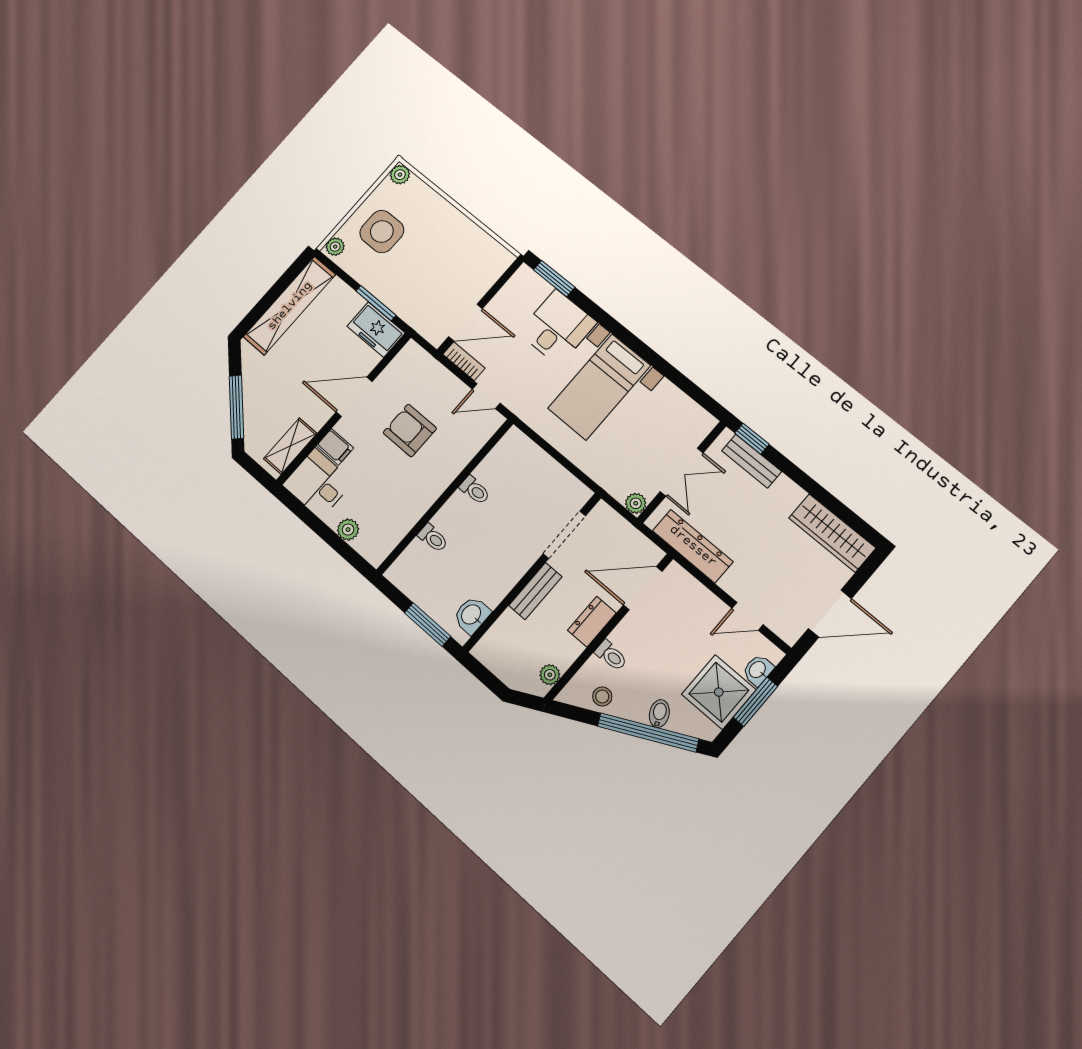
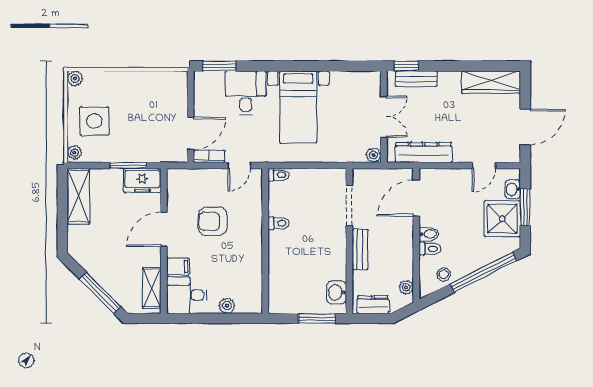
shelving: (290, 306) -> (78, 196), width x0.68
toilet: (433, 538) -> (279, 175), moved
dresser: (592, 622) -> (373, 305), moved, turned 90
bidet: (659, 714) -> (429, 234), moved, turned 117

